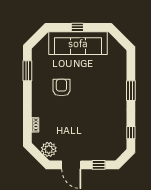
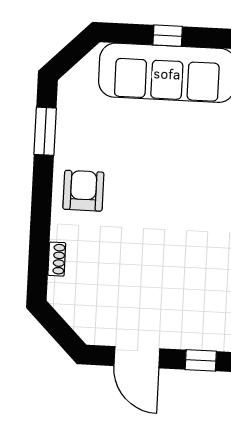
armchair: (61, 88) -> (83, 191), moved
plant: (49, 149) -> (86, 318), removed

